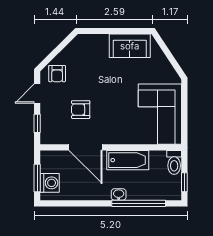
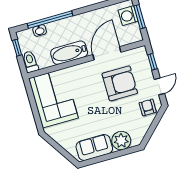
plant: (97, 45) -> (121, 141), added
armchair: (81, 110) -> (120, 83), width x1.88, depth x1.88
door: (86, 147) -> (107, 53), hinge flipped
washbasin: (119, 194) -> (40, 30), moved

